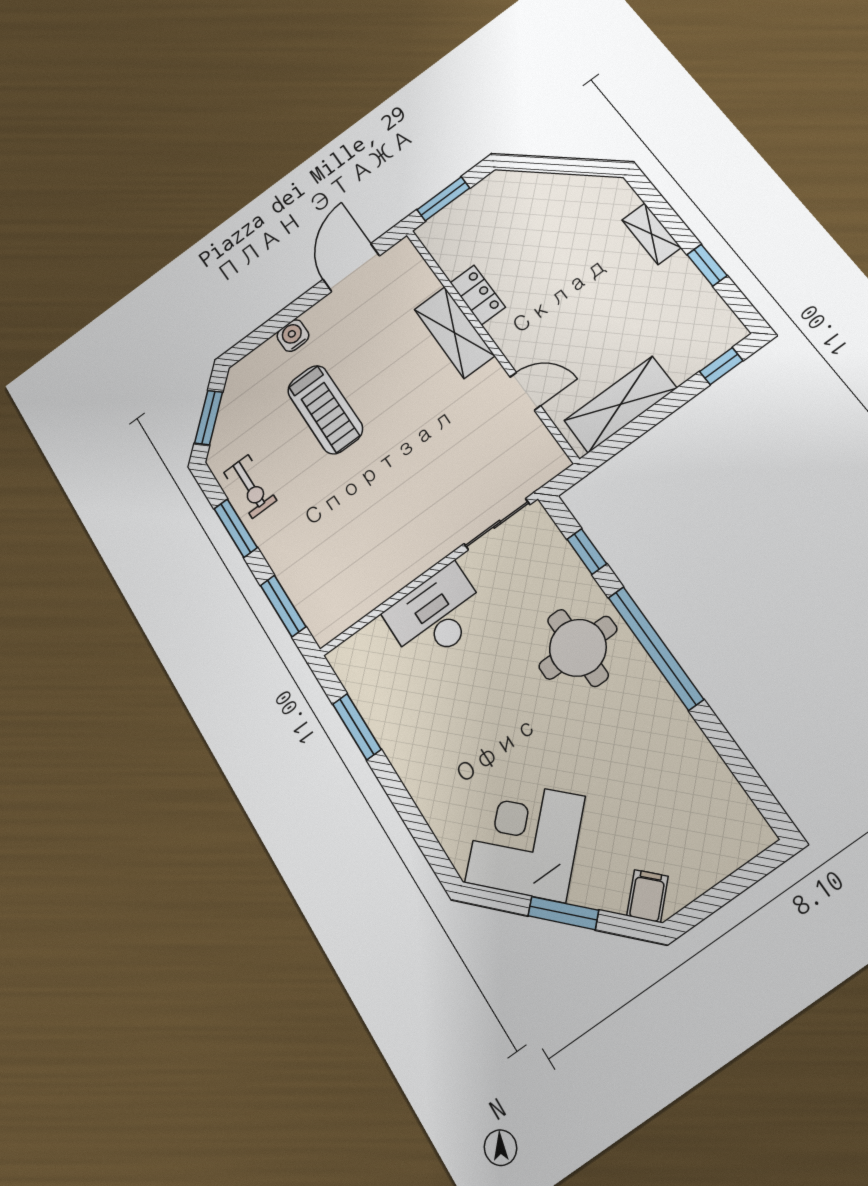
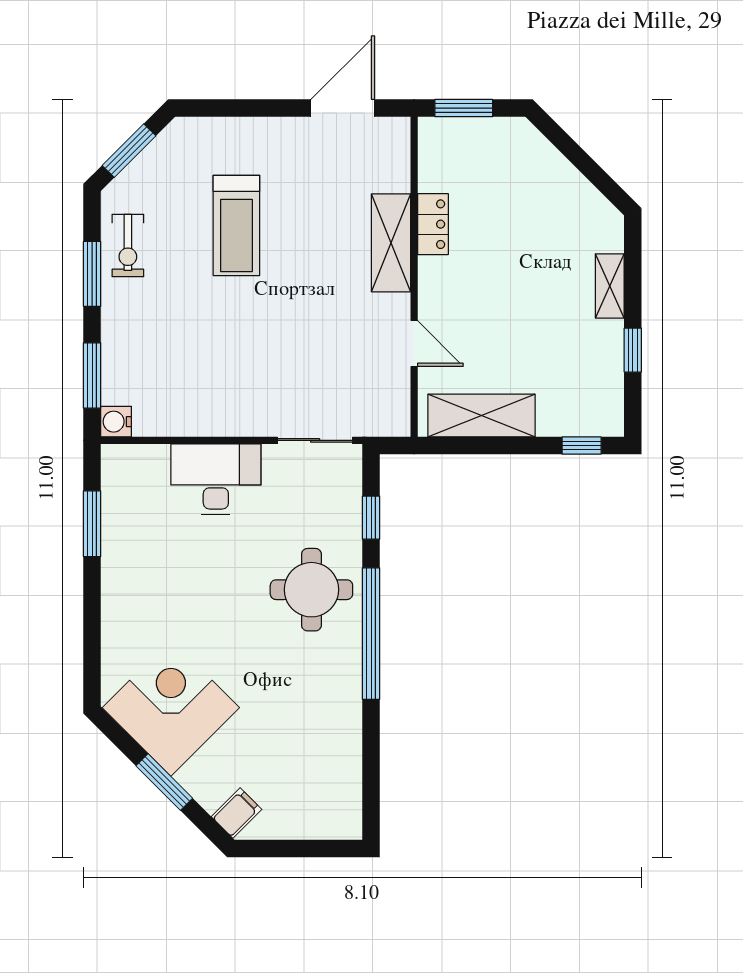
water cooler: (293, 336) -> (116, 422), moved, turned -90

